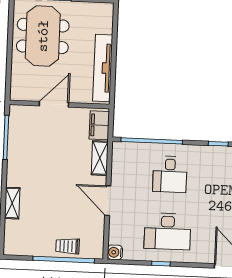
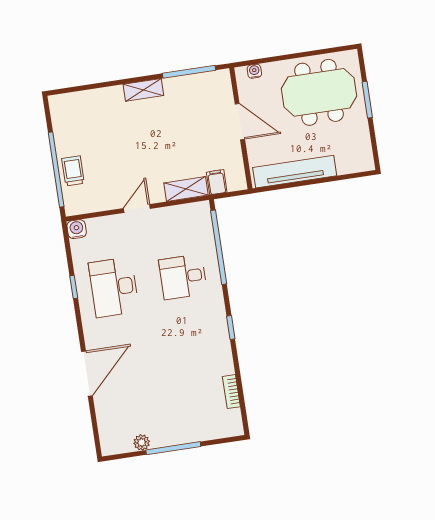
water cooler: (16, 85) -> (254, 71), added
filing cabinet: (99, 125) -> (217, 182), width x0.50
door: (108, 201) -> (137, 208), width x0.73
shelving: (12, 203) -> (143, 90), moved

